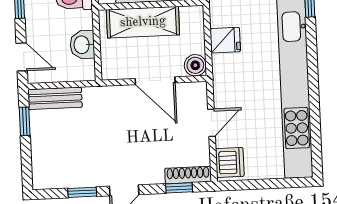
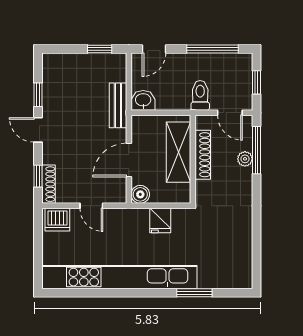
washbasin: (82, 45) -> (143, 100), moved
bench: (55, 98) -> (118, 105), moved

